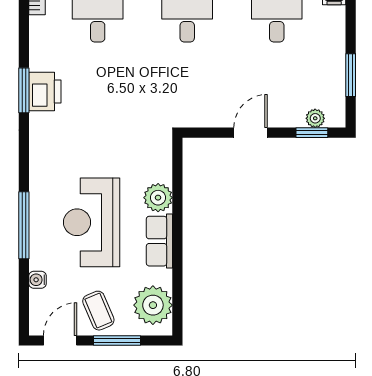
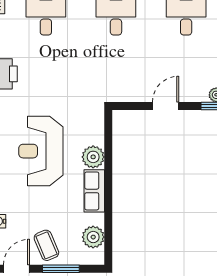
reception desk: (92, 222) -> (41, 151), moved
plant: (153, 305) -> (93, 237), width x0.73, depth x0.73

